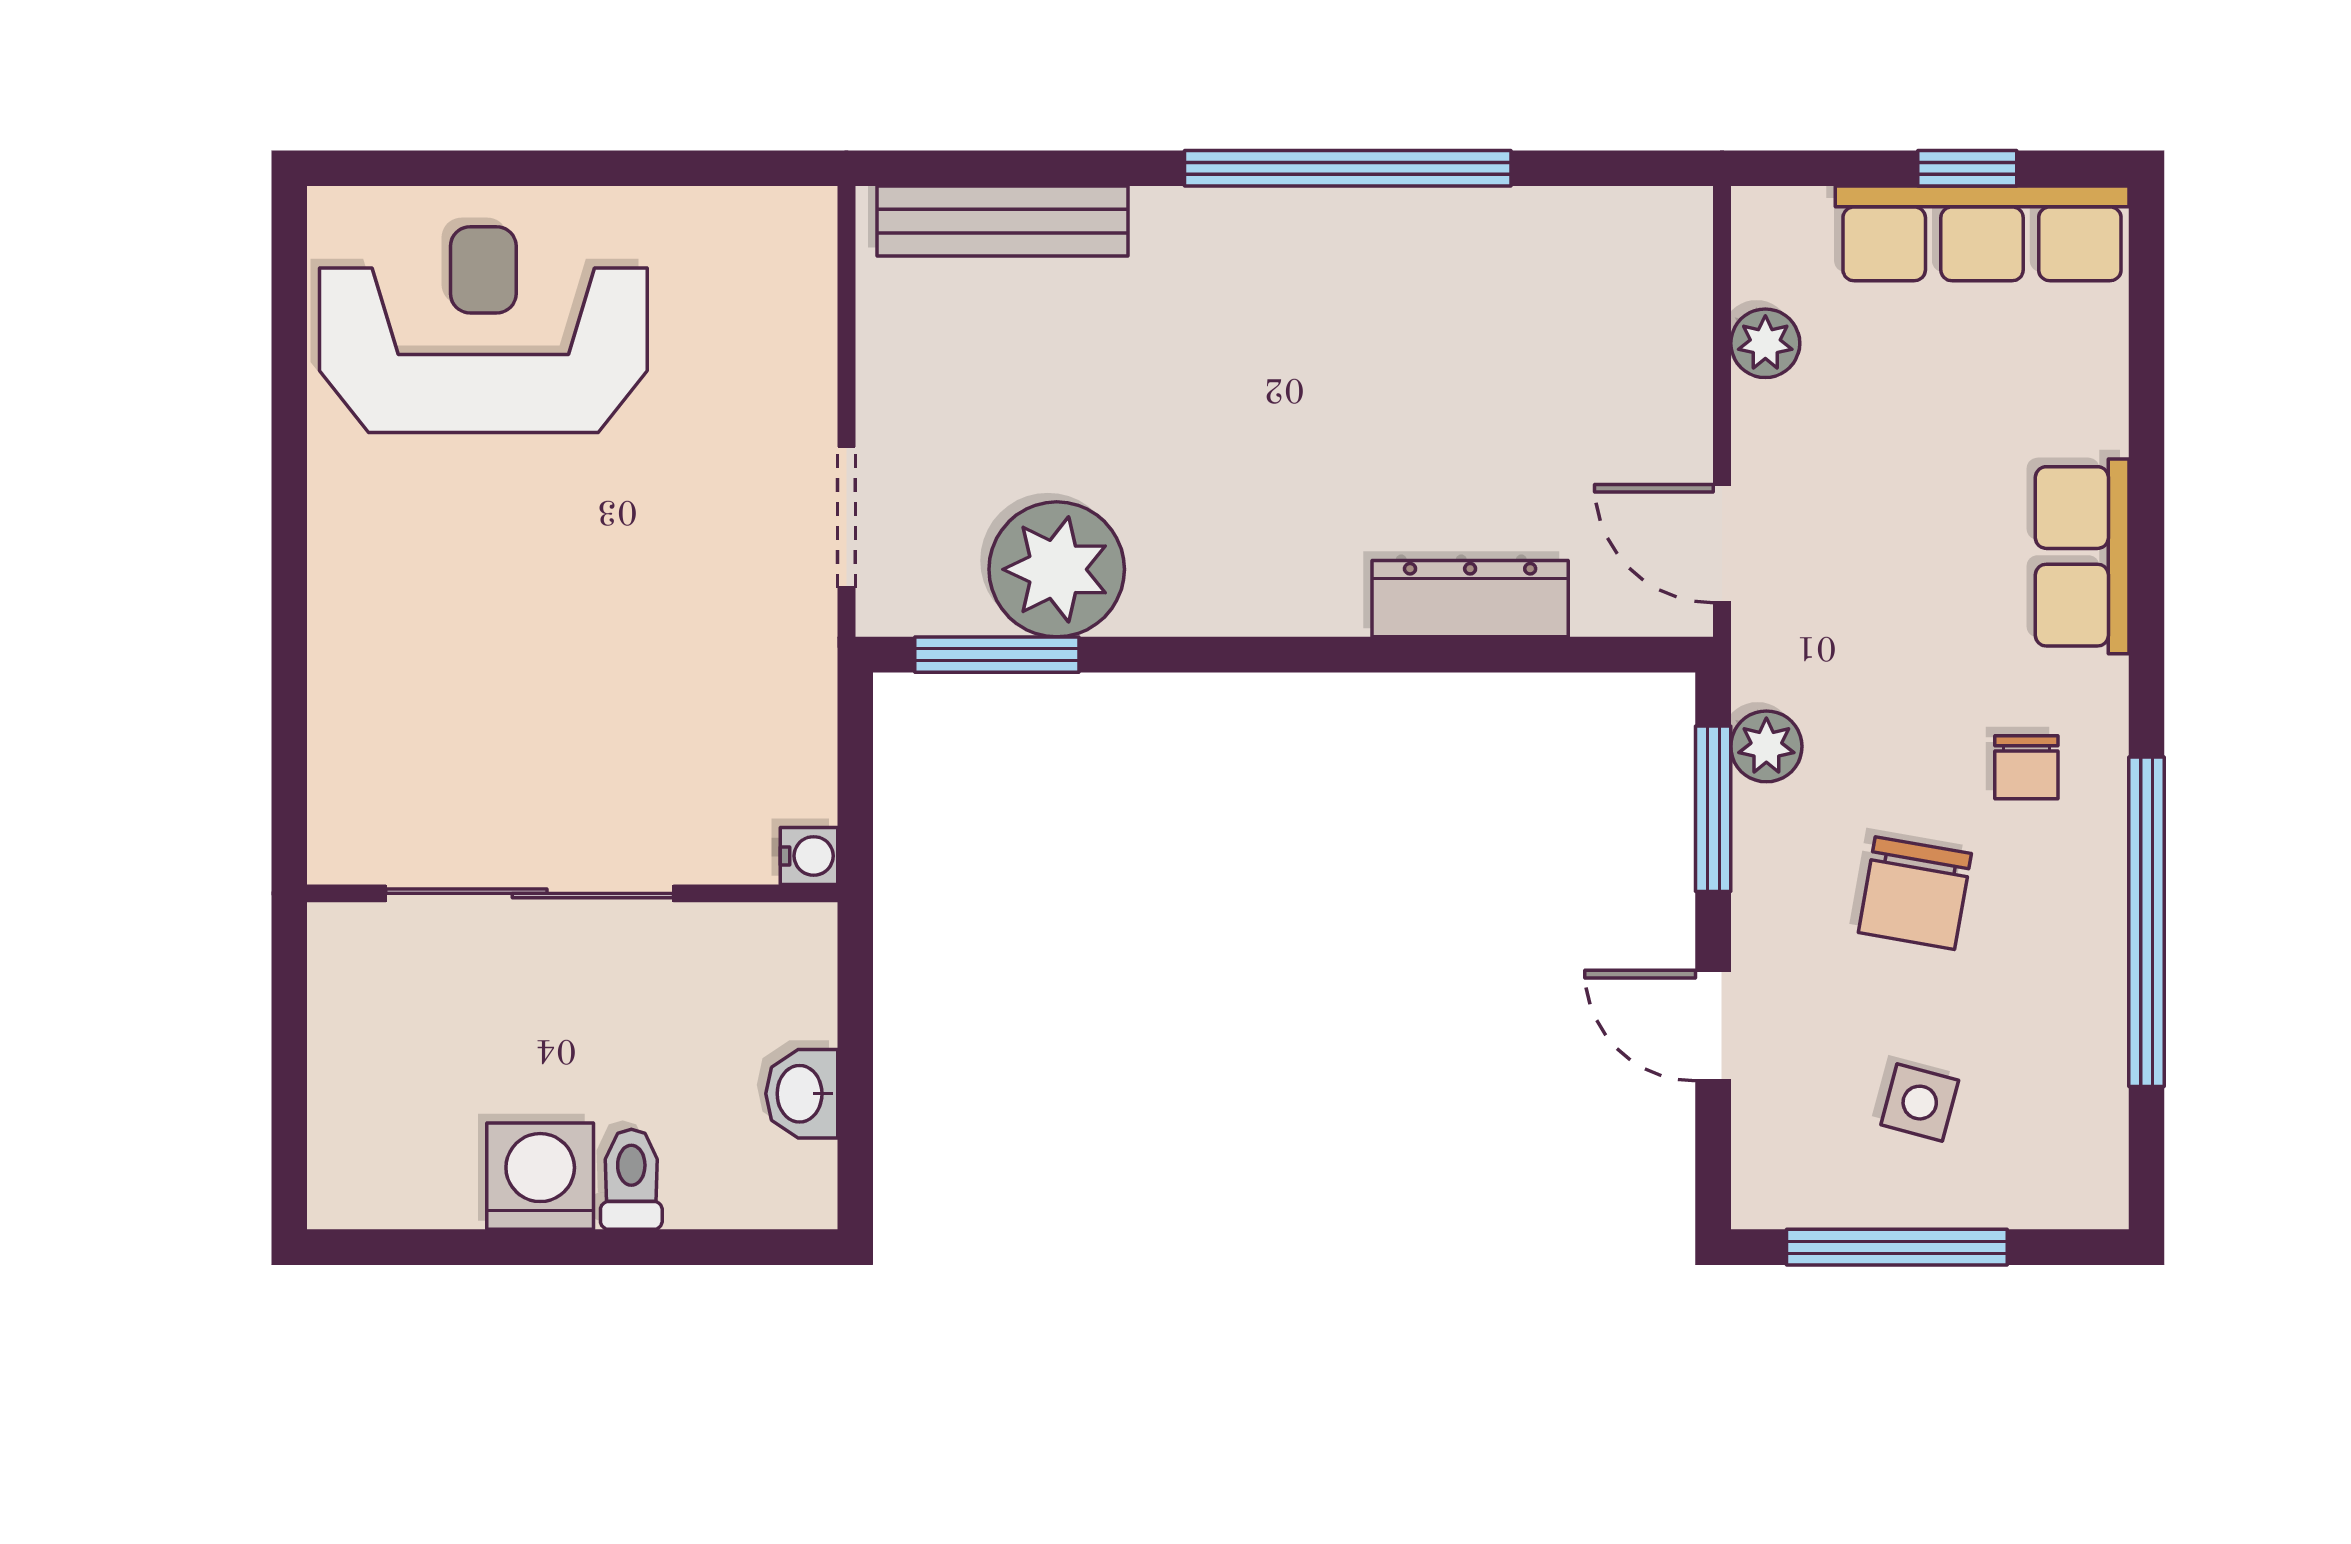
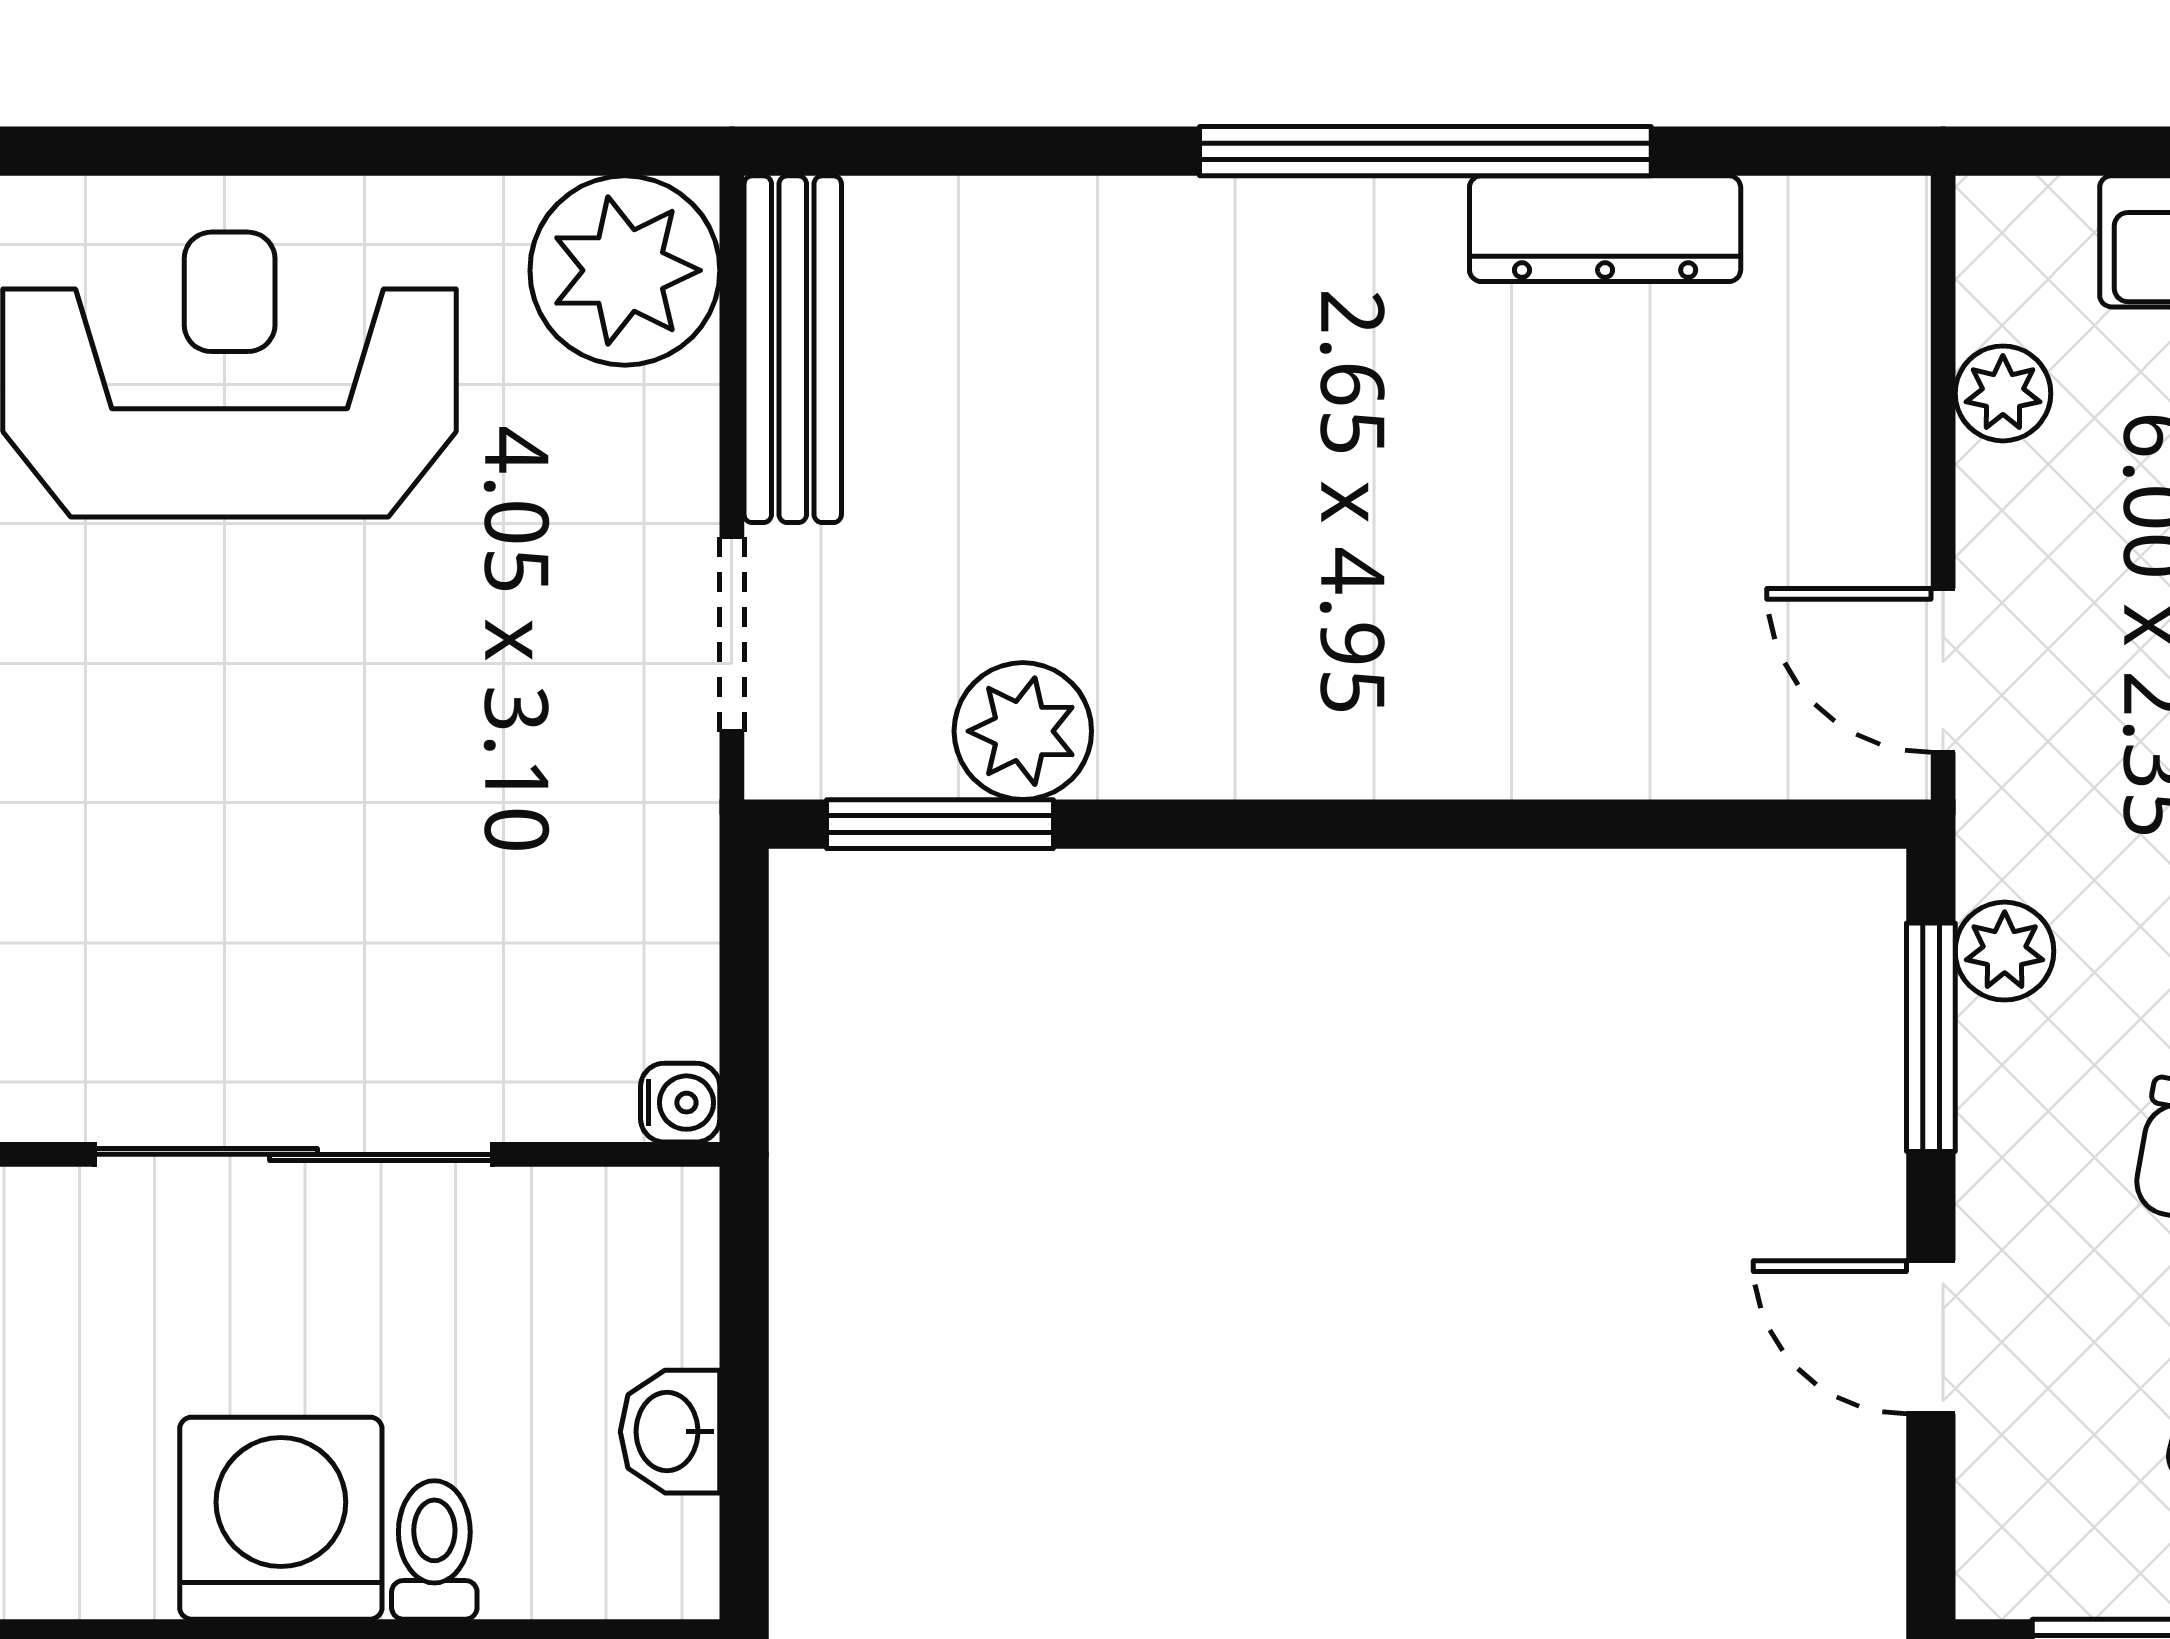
bench: (1002, 221) -> (793, 349), moved, turned 90
plant: (769, 254) -> (625, 270), added
plant: (1057, 569) -> (1023, 731), width x0.73, depth x0.73
dresser: (1470, 599) -> (1605, 229), moved, turned 180
washing machine: (540, 1176) -> (281, 1518), width x1.37, depth x1.37

